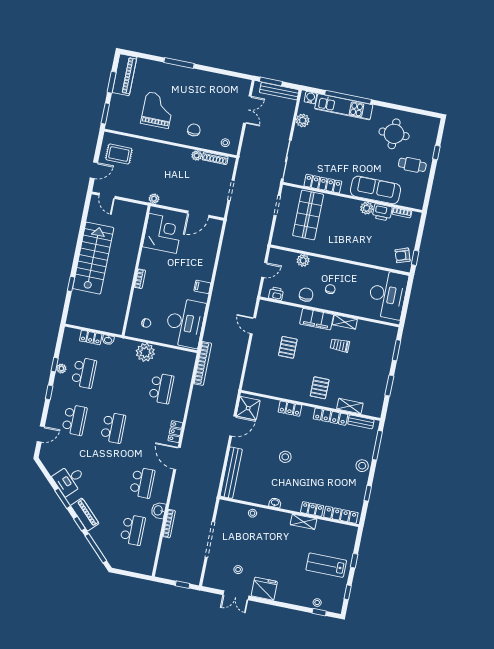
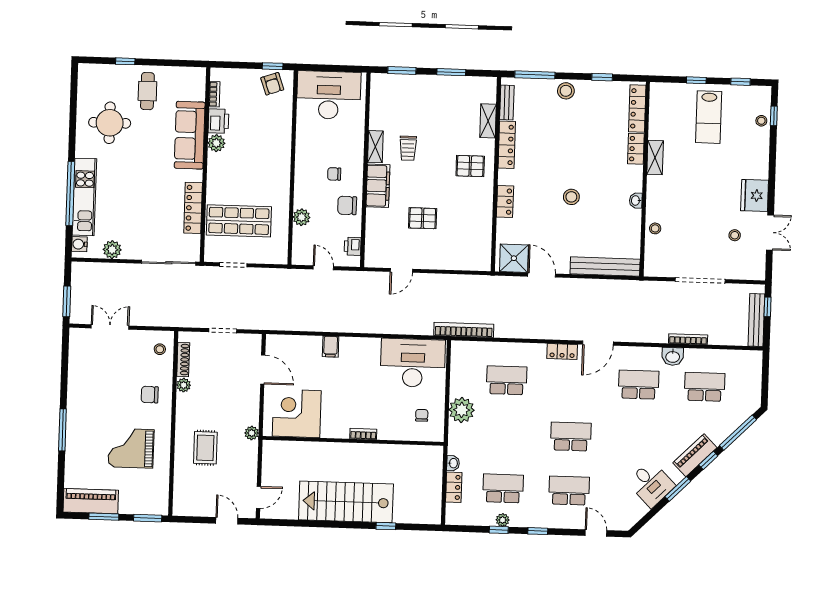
bench: (279, 91) -> (756, 320), moved
rug: (119, 154) -> (205, 448), moved
filing cabinet: (202, 287) -> (331, 347), moved

